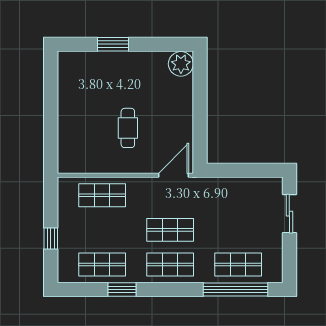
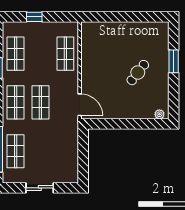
plant: (181, 64) -> (159, 114), width x0.53, depth x0.53
cafe table: (128, 128) -> (138, 73), moved, turned -52
sliding door: (289, 214) -> (40, 188), moved

